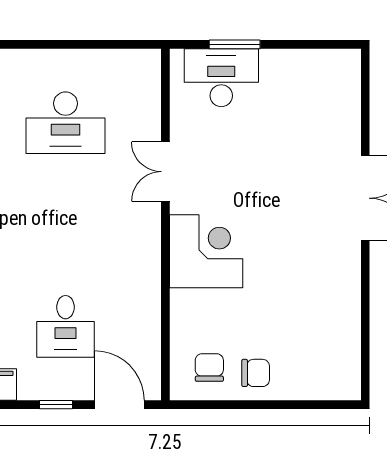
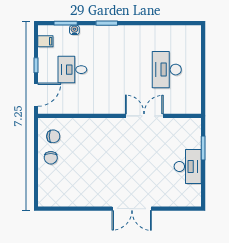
desk: (221, 78) -> (188, 166), moved
double door: (165, 172) -> (144, 116), width x1.37
corner desk: (206, 251) -> (107, 135), removed

